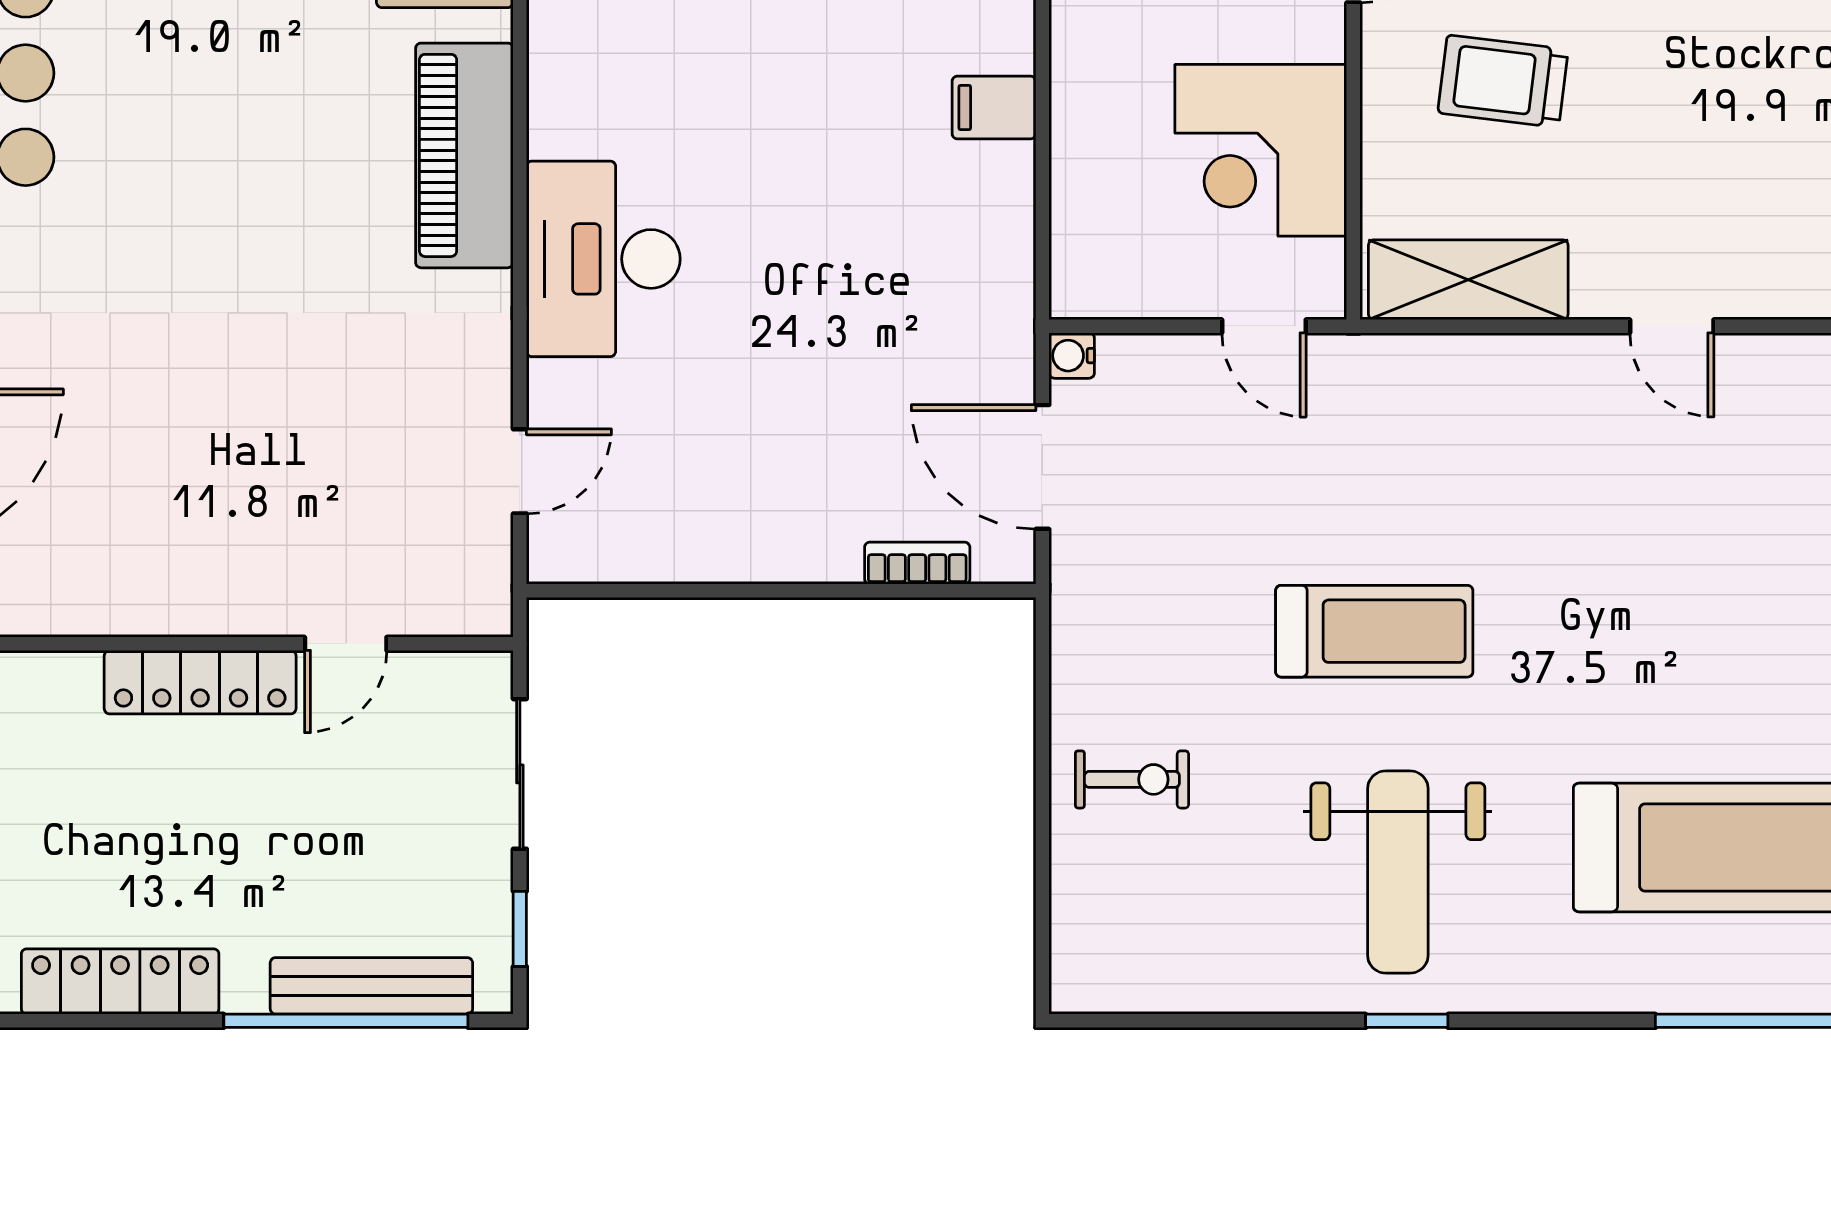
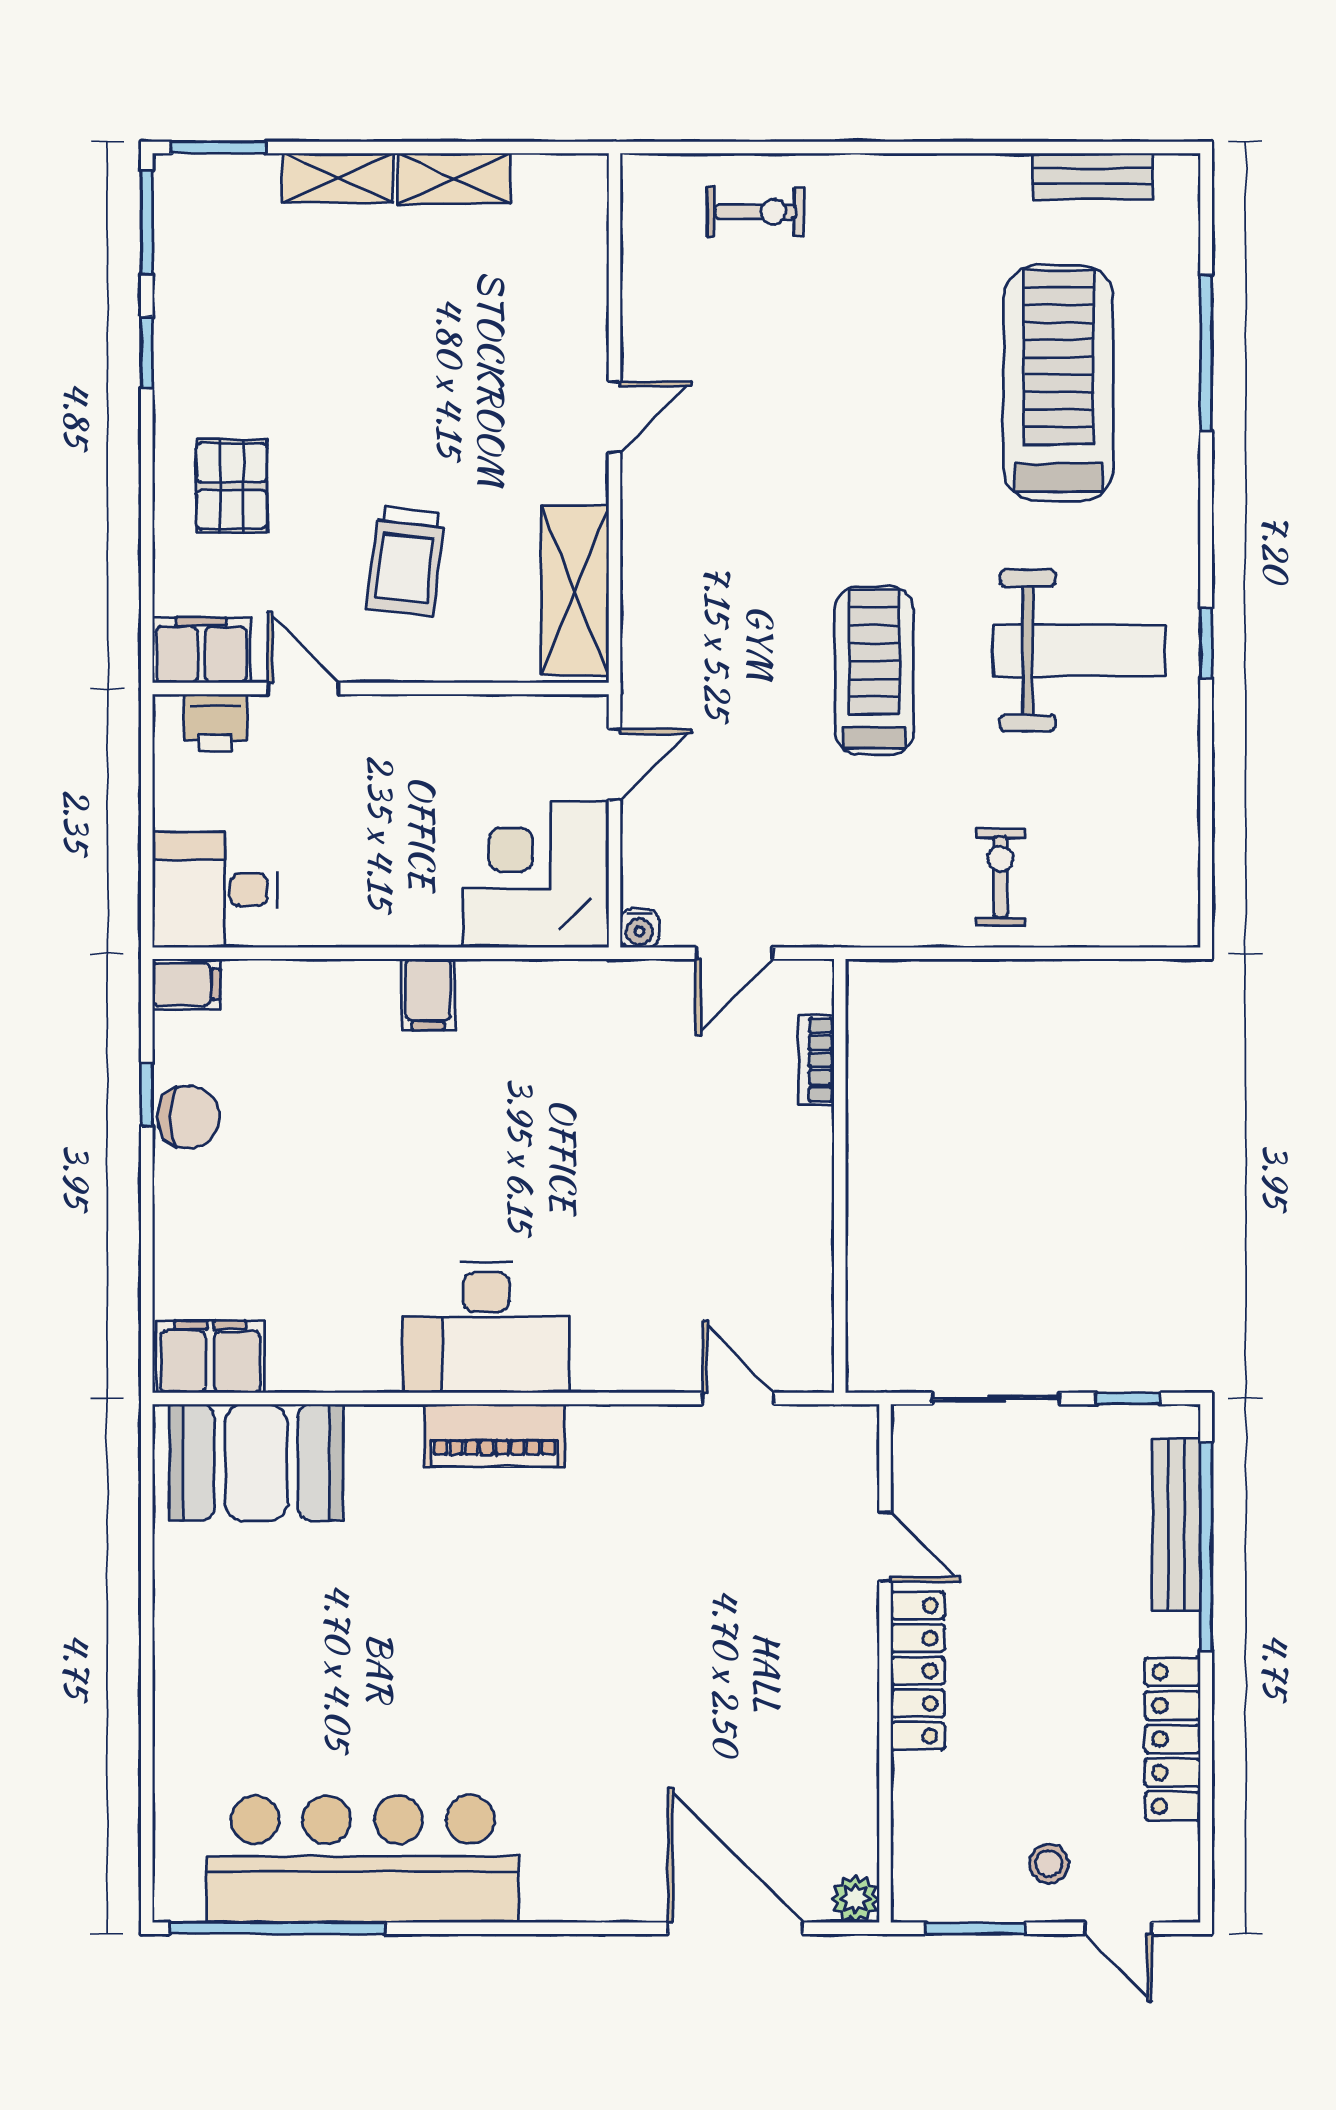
corner desk: (1261, 150) -> (536, 875), moved, turned 180
piano: (464, 155) -> (494, 1435), width x0.73, depth x0.75
desk: (603, 259) -> (486, 1327), moved
door: (1042, 467) -> (734, 953), width x0.73

